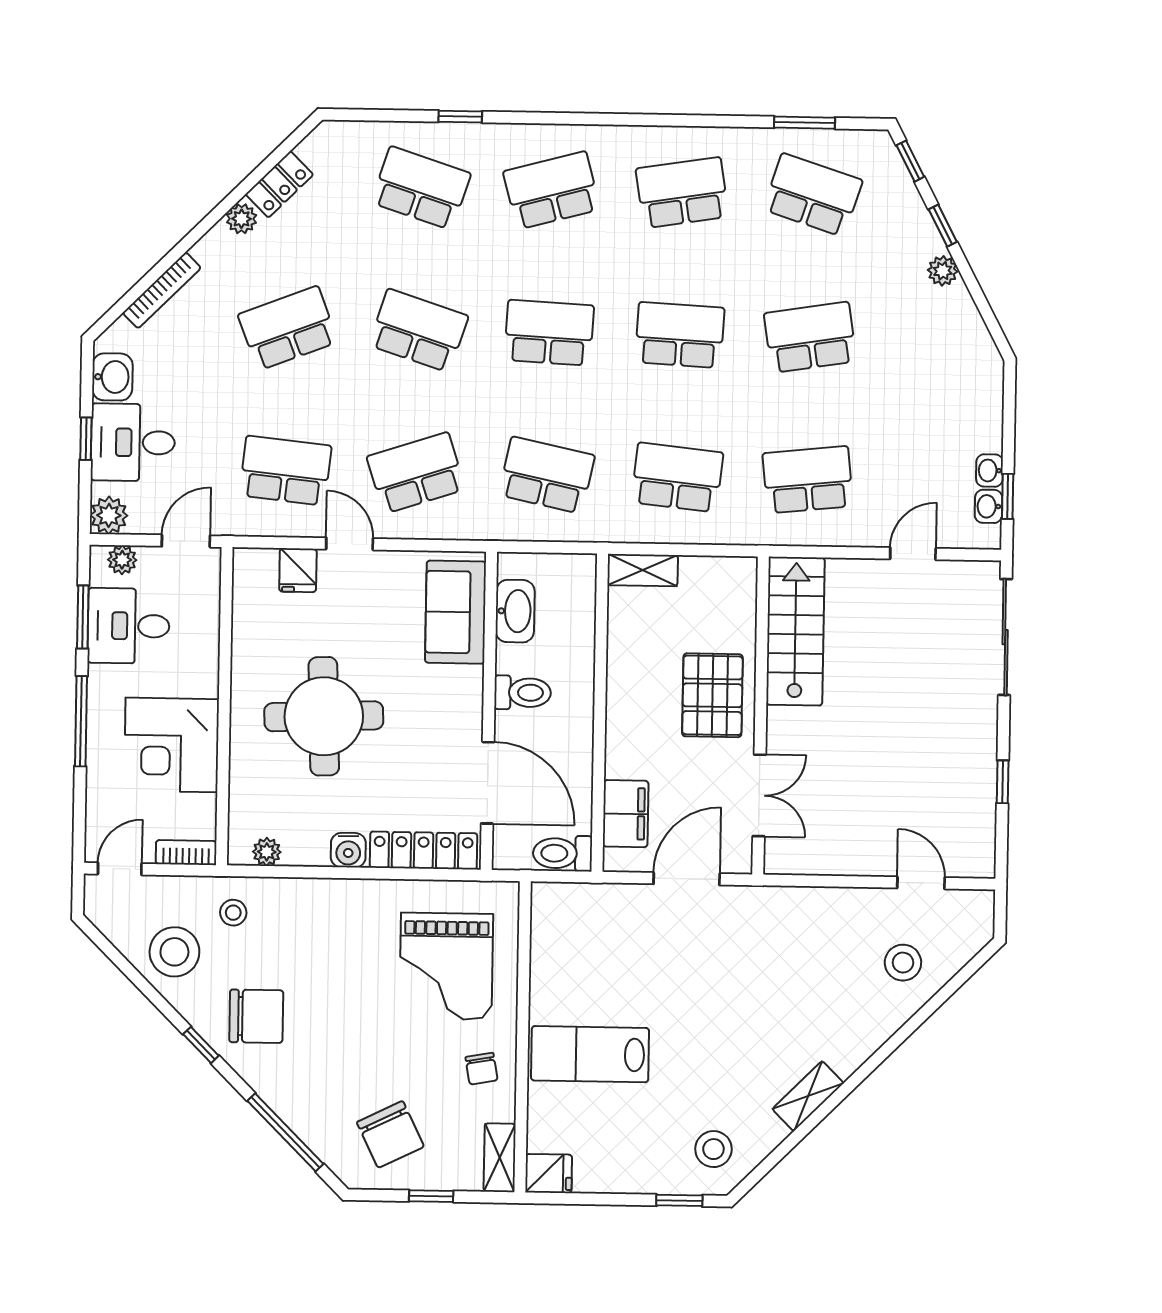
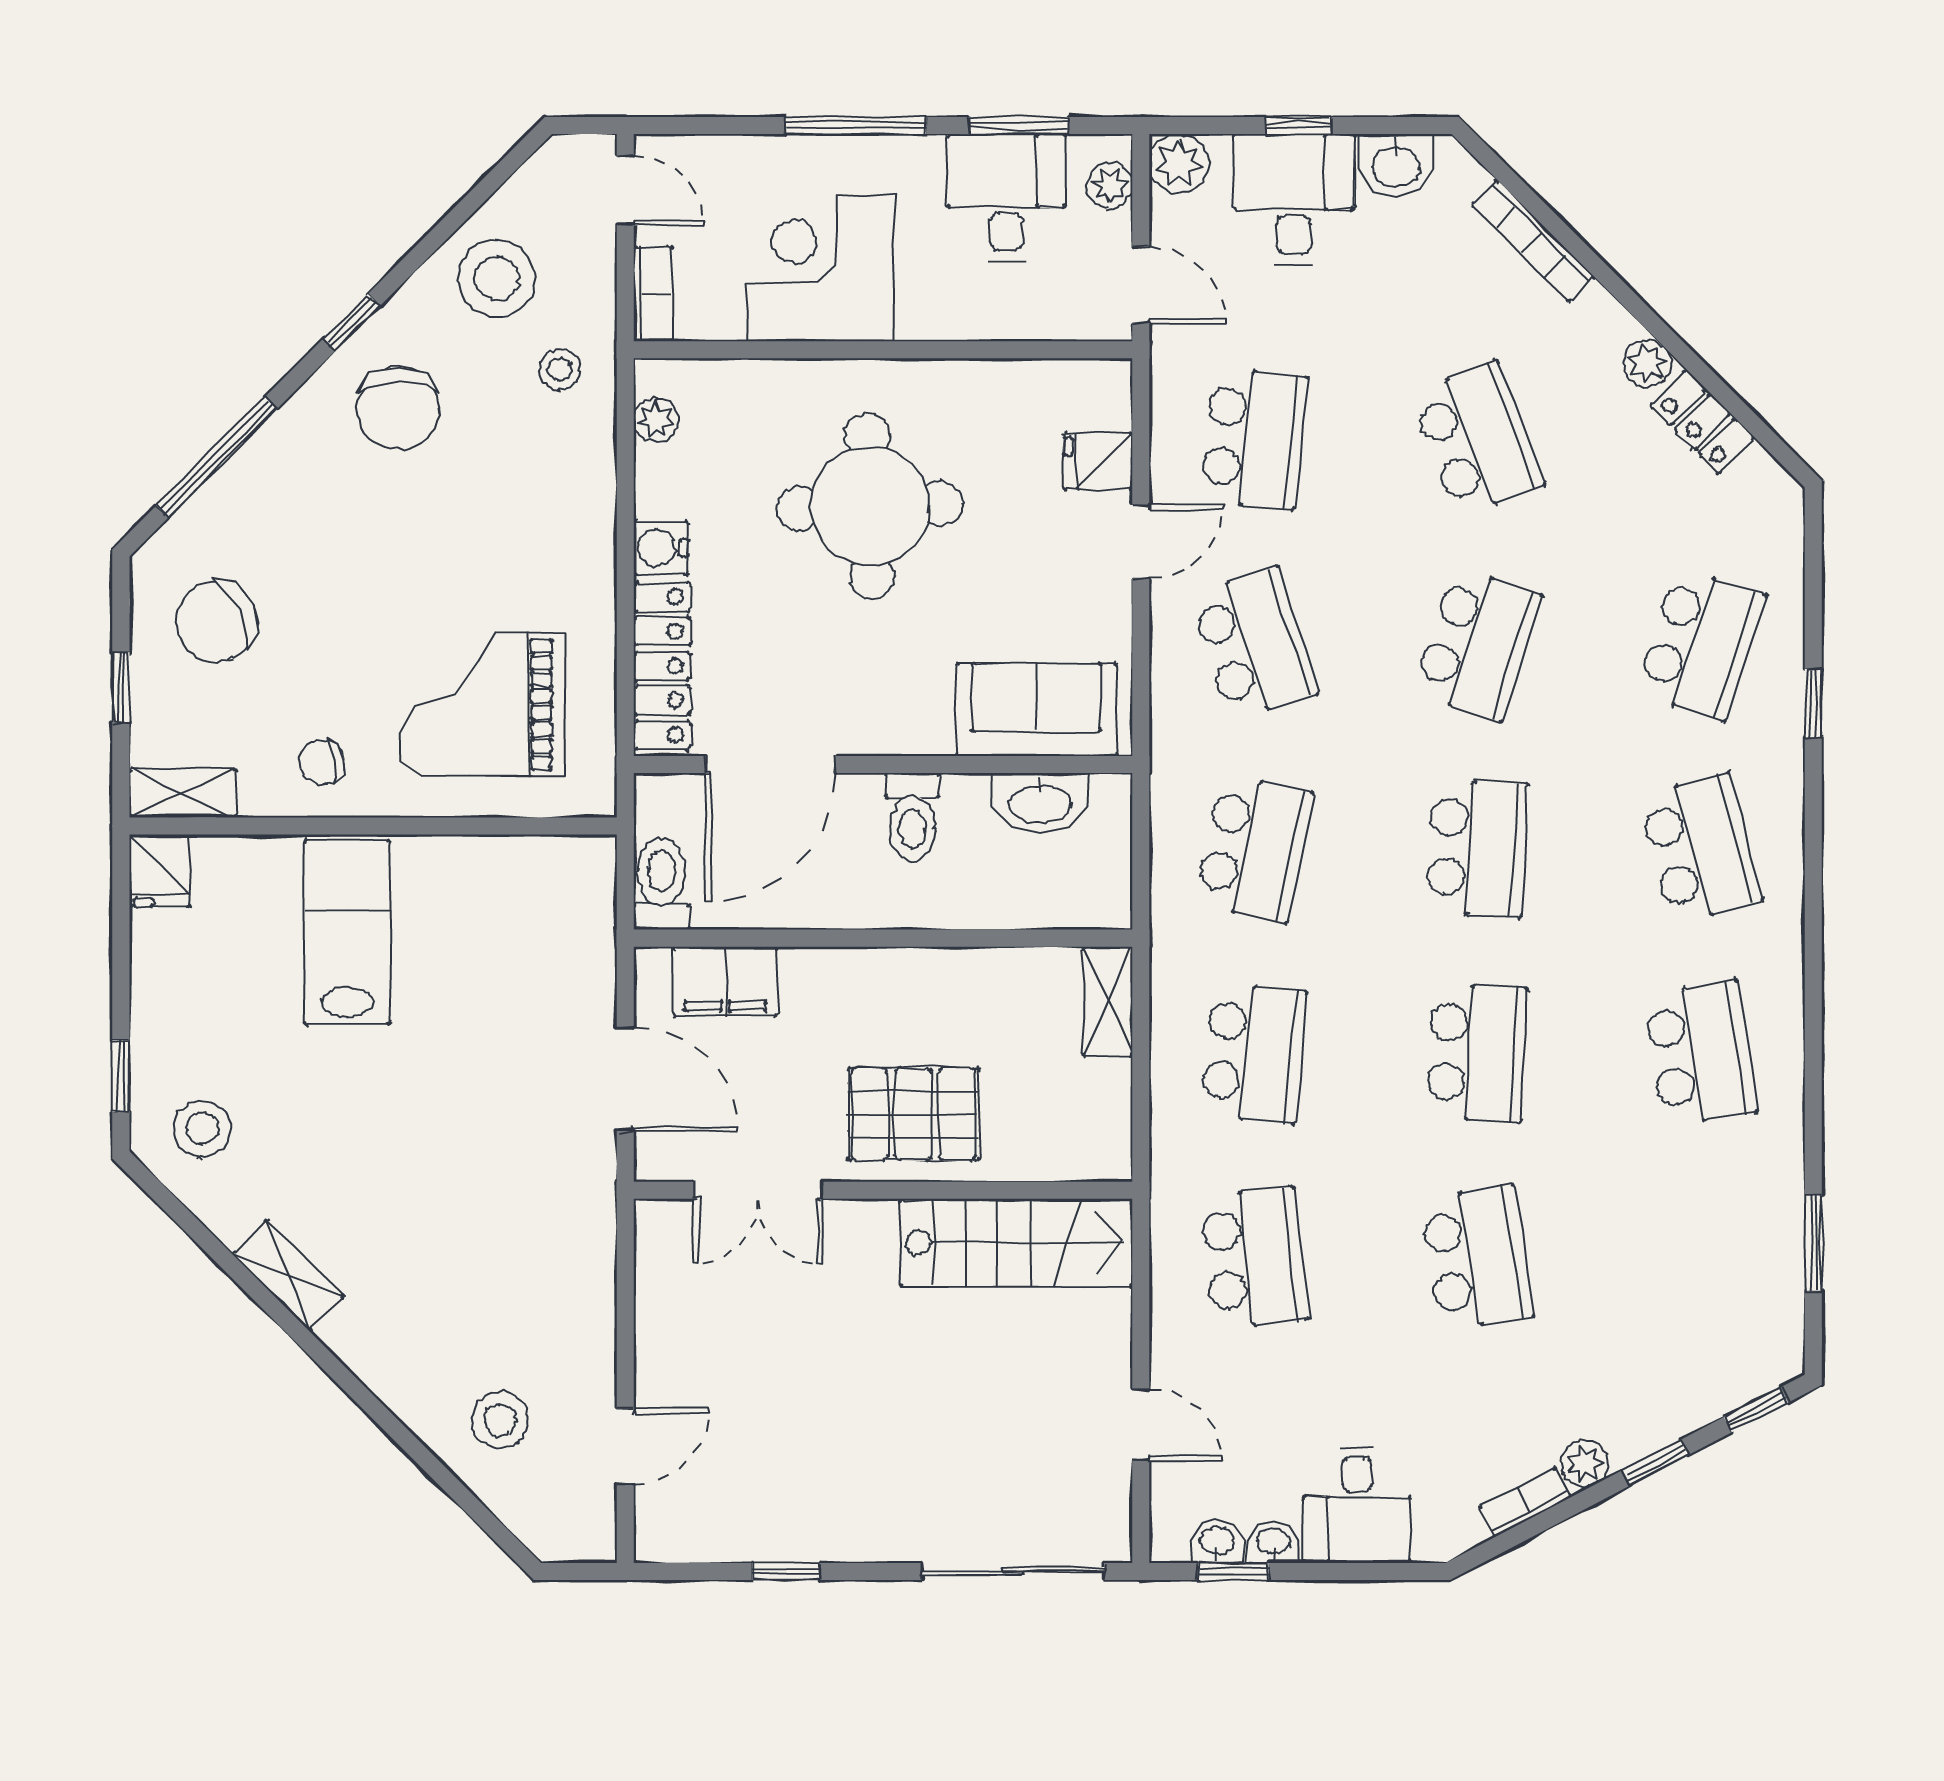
school desk: (813, 195) -> (1700, 1258), removed
bookcase: (967, 309) -> (1525, 1502), added
desk: (967, 417) -> (1357, 1505), added

